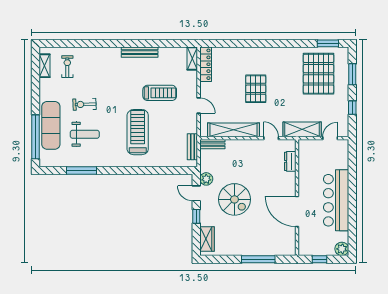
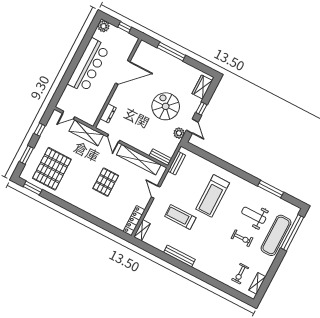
door: (297, 211) -> (123, 72), hinge flipped

